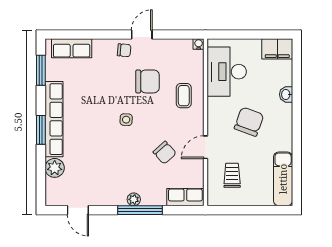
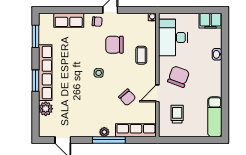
row of seats: (72, 48) -> (69, 20), moved
chair: (148, 81) -> (114, 45), turned 180
chair: (249, 122) -> (179, 77), moved
row of seats: (185, 197) -> (136, 130), width x1.48

